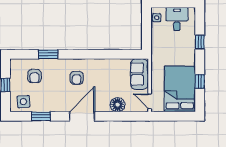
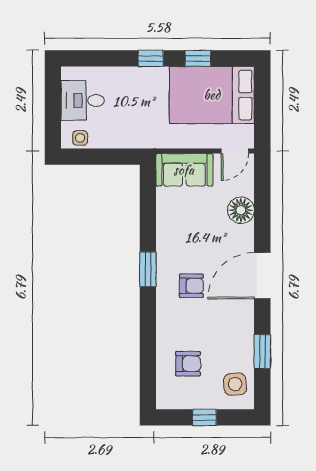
window: (200, 42) -> (151, 58), moved
window: (48, 54) -> (148, 269), moved
door: (82, 116) -> (262, 276), hinge flipped

